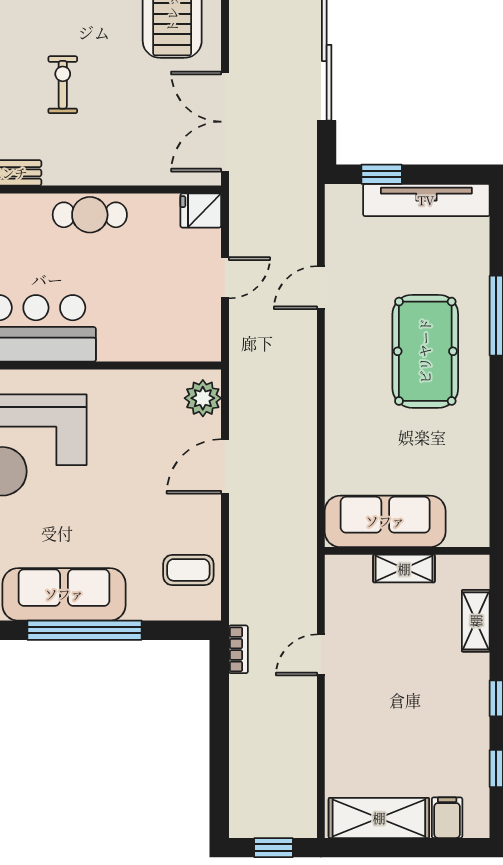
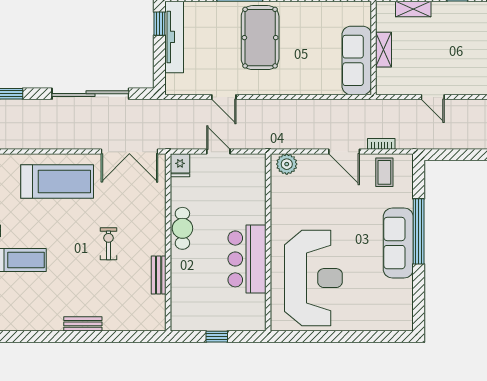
exercise bike: (63, 85) -> (108, 244), turned 90
window: (382, 174) -> (159, 24), moved
pool table: (425, 351) -> (260, 38), turned 90
door: (225, 466) -> (344, 152), moved
bookcase: (238, 649) -> (381, 144), moved

